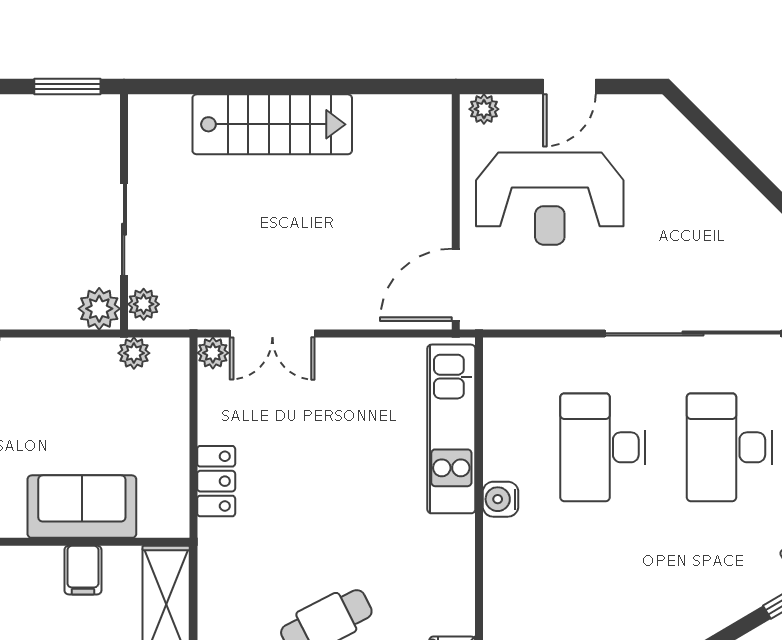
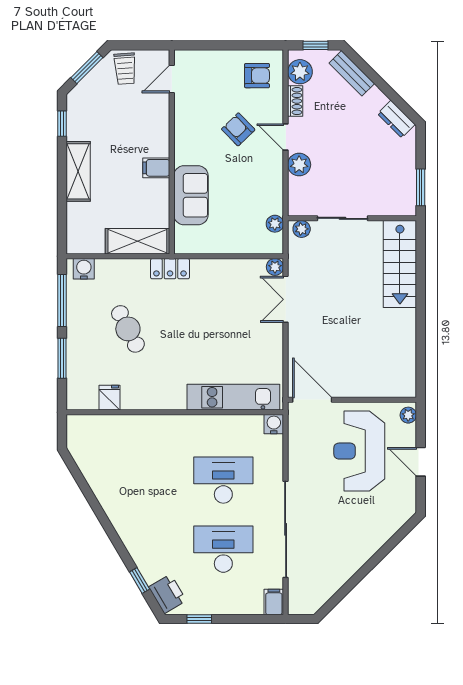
stairs: (272, 124) -> (400, 264), moved
plant: (99, 309) -> (299, 165), moved
locker: (216, 481) -> (170, 269), moved
water cooler: (501, 499) -> (274, 424), moved
filing cabinet: (83, 570) -> (156, 168), moved

